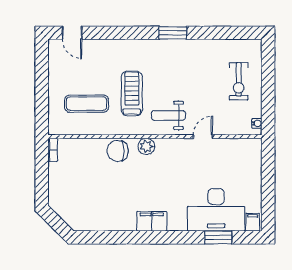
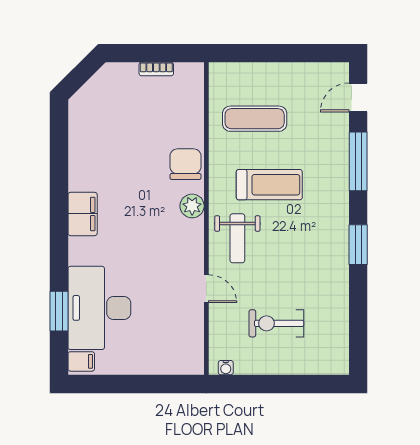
window: (116, 33) -> (358, 161), added
exercise bike: (239, 81) -> (276, 323), moved
exercise mat: (87, 104) -> (255, 119), turned 90
weight bench: (168, 115) -> (237, 238), turned 180
bookcase: (53, 150) -> (156, 69), moved

